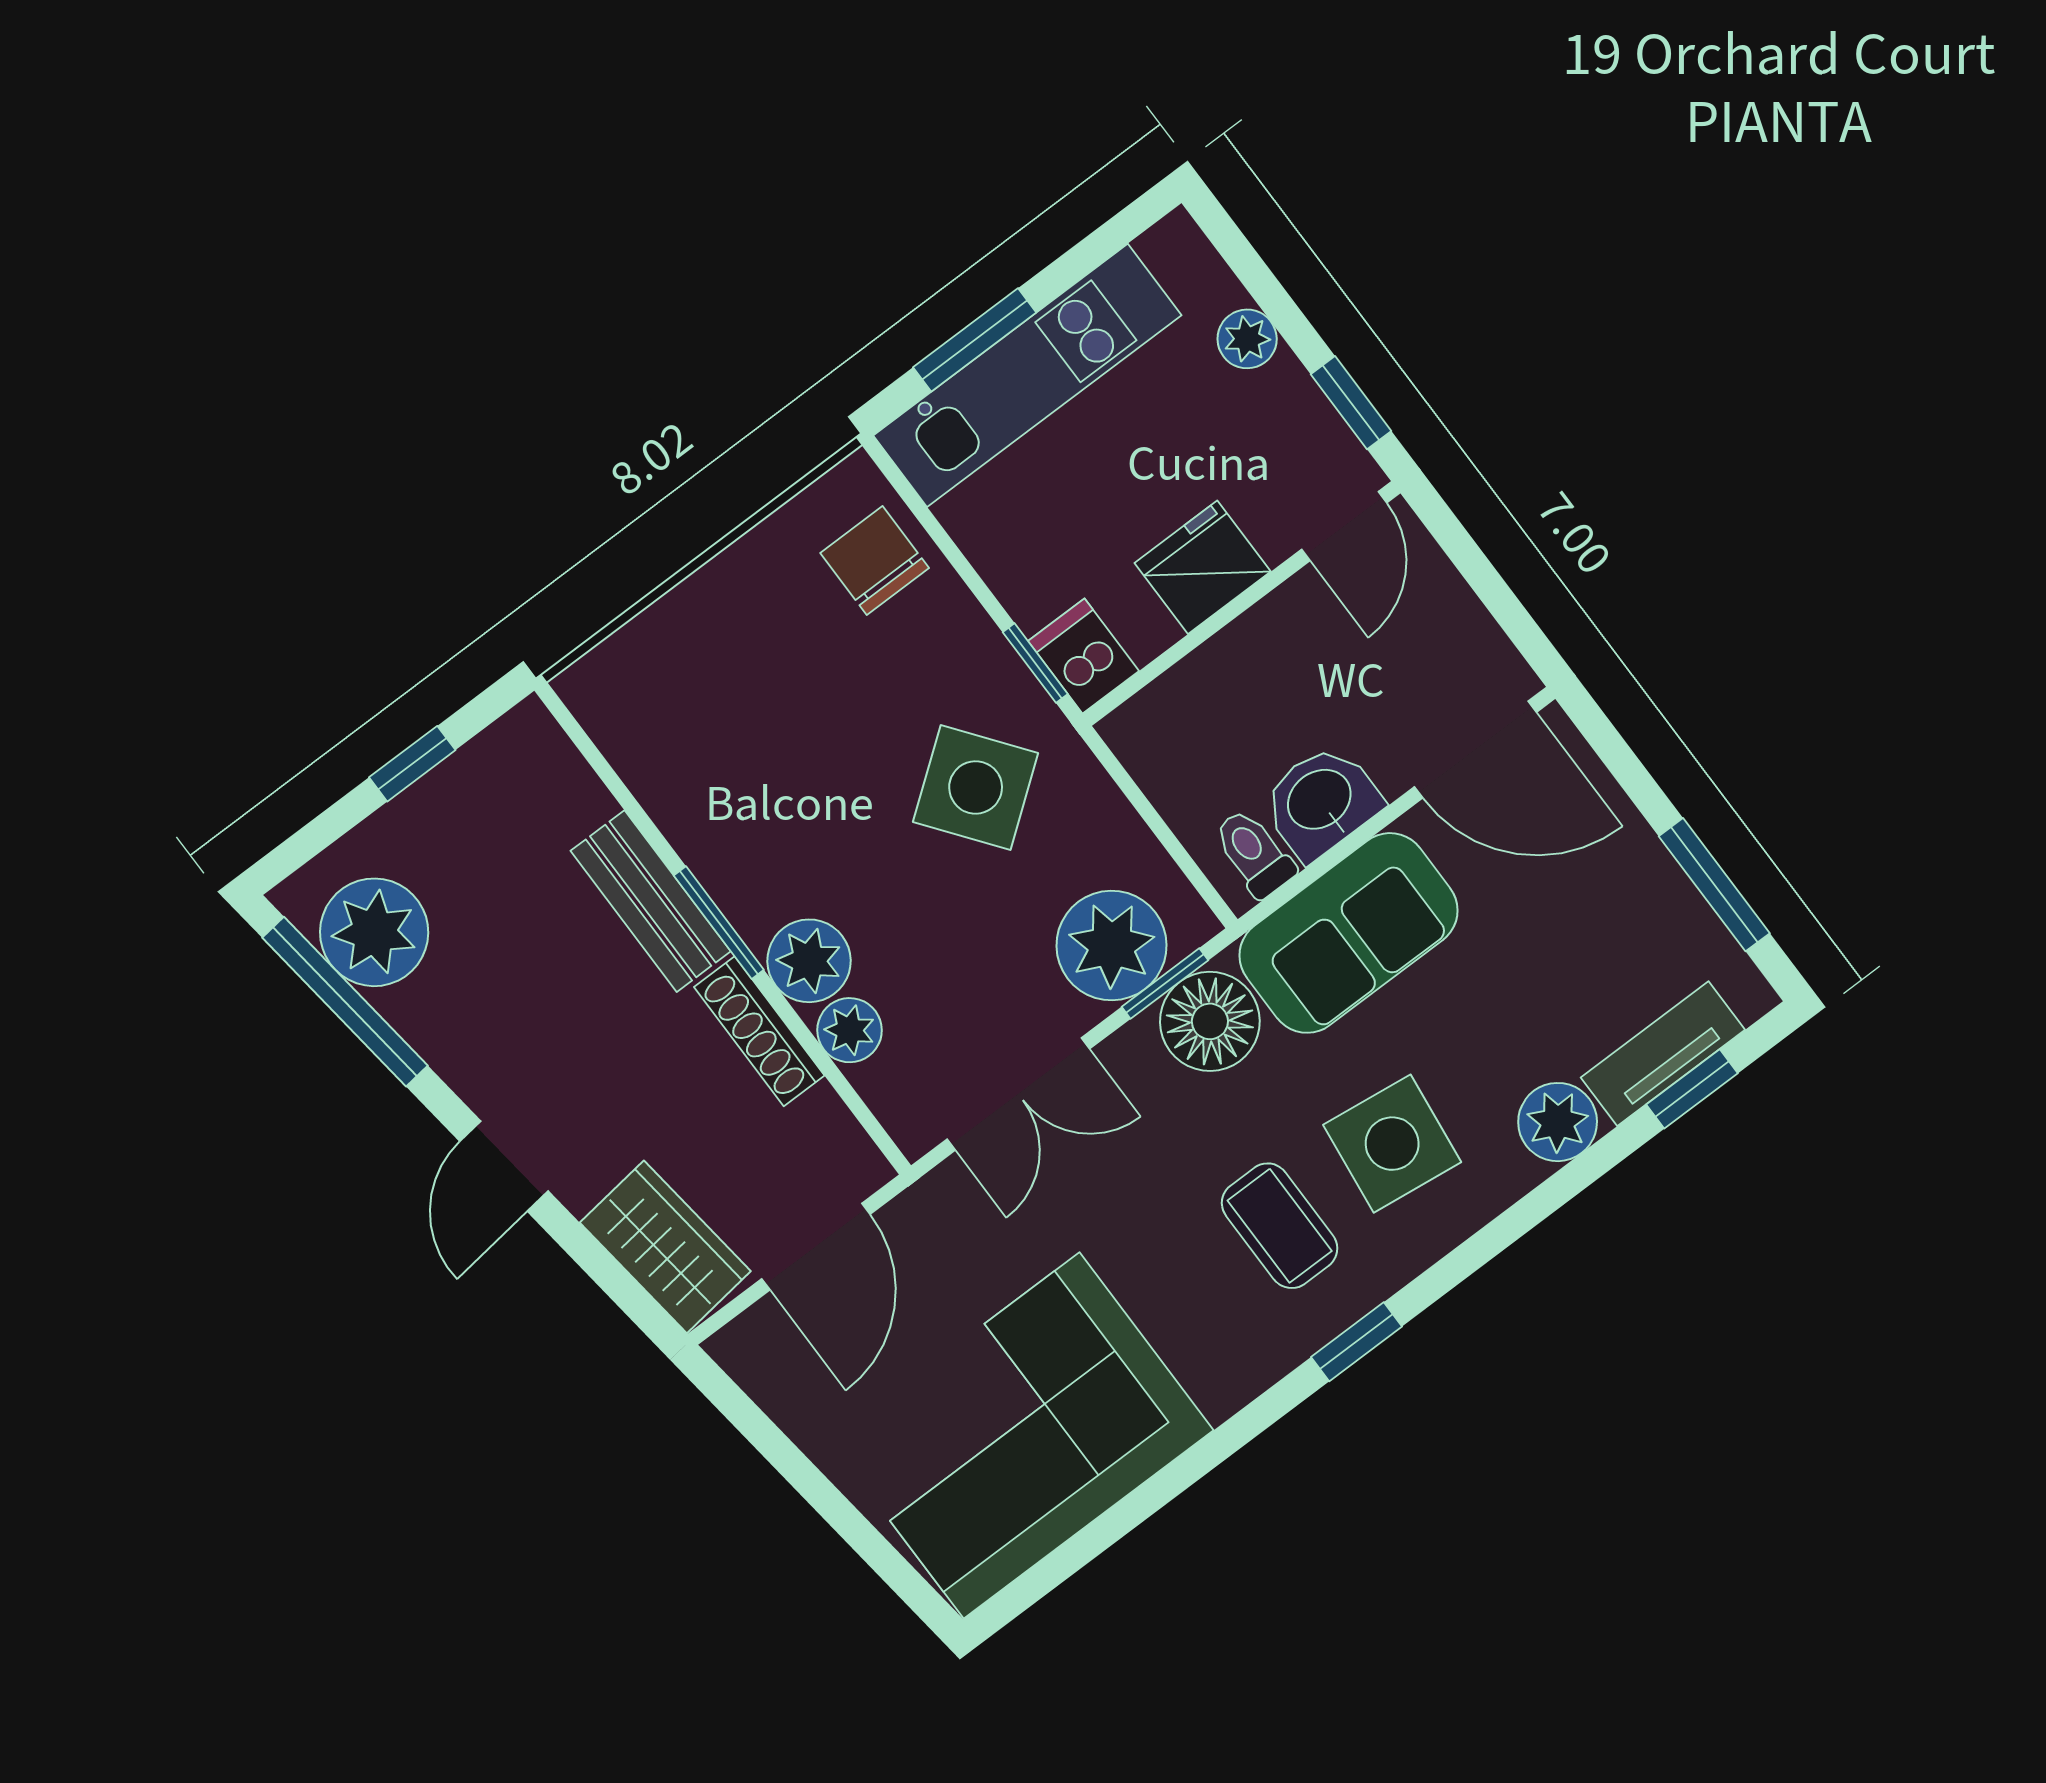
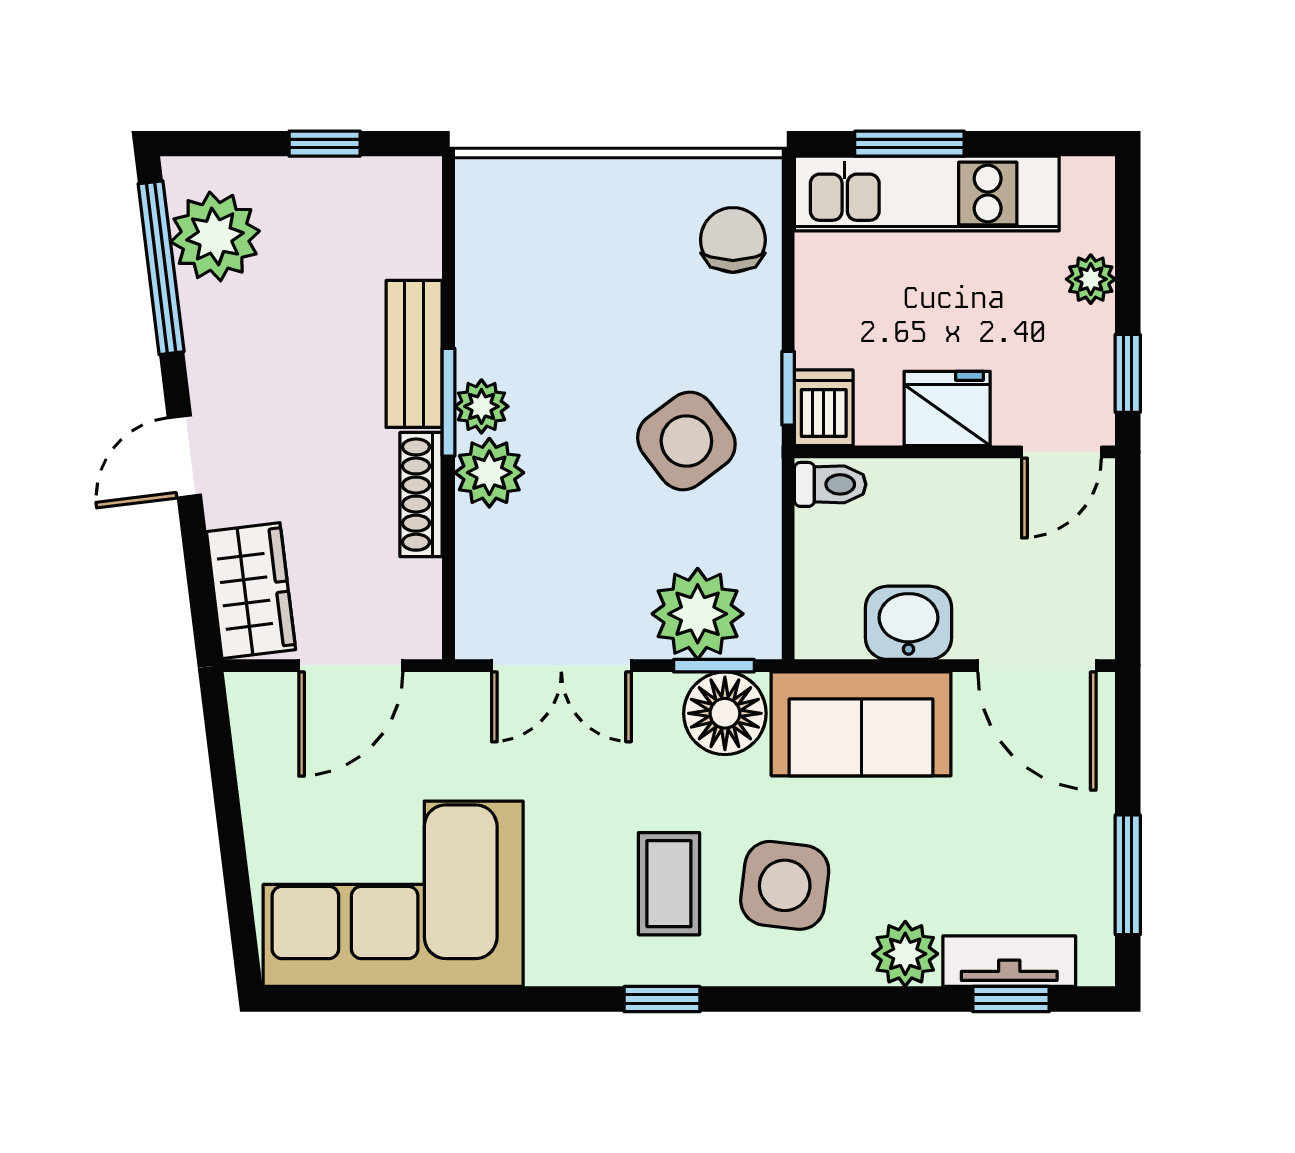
toilet: (1254, 853) -> (830, 484), moved, turned 90
plant: (850, 1030) -> (481, 406), moved

